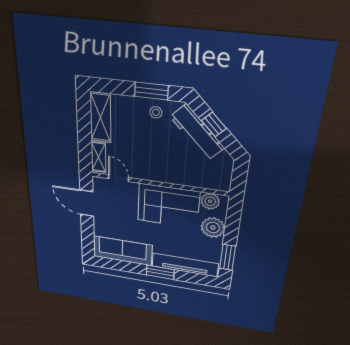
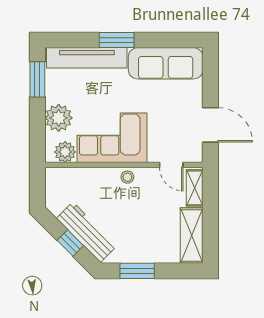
stool: (156, 112) -> (127, 177), moved

